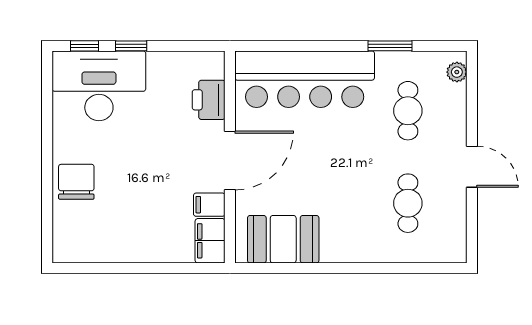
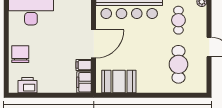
printer: (209, 100) -> (28, 85), moved, turned 90
cafe table: (408, 203) -> (178, 64), width x1.37, depth x1.35

